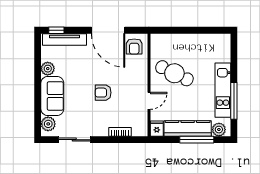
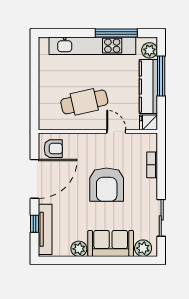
window: (56, 30) -> (34, 224), moved
cafe table: (174, 73) -> (84, 102), turned 51
kitchen unit: (223, 90) -> (92, 46), width x1.36
armchair: (103, 93) -> (107, 185), width x1.88, depth x1.88

